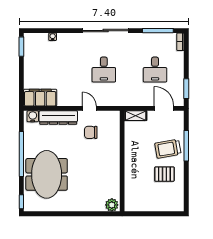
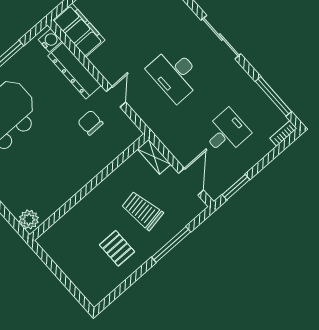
sliding door: (106, 31) -> (221, 37), width x0.73
desk: (104, 70) -> (175, 74), width x1.37
desk: (155, 70) -> (226, 132), turned 180
trolley: (168, 149) -> (142, 211), moved

